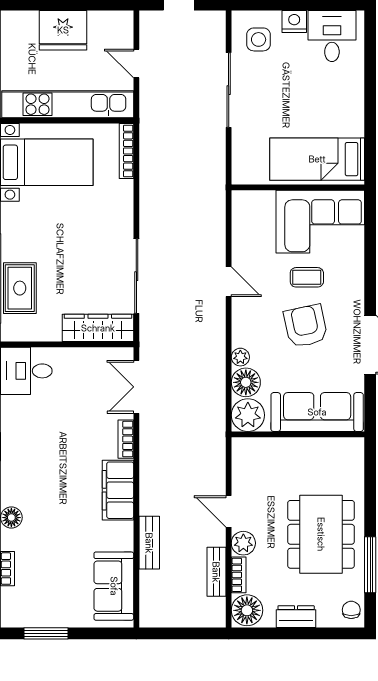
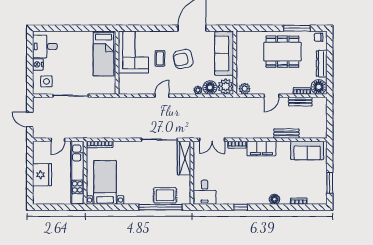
plant: (243, 543) -> (245, 89), moved
dresser: (296, 617) -> (322, 64), width x1.44

